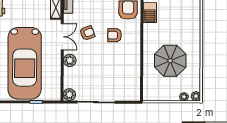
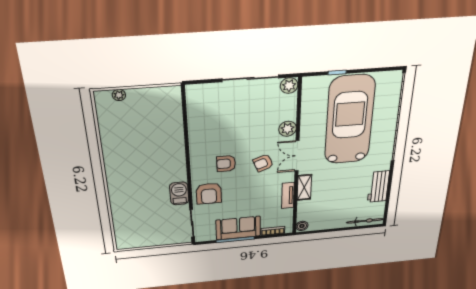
armchair: (114, 35) -> (226, 164), turned 180
parasol: (170, 61) -> (145, 140), removed
plant: (196, 96) -> (101, 97), removed

